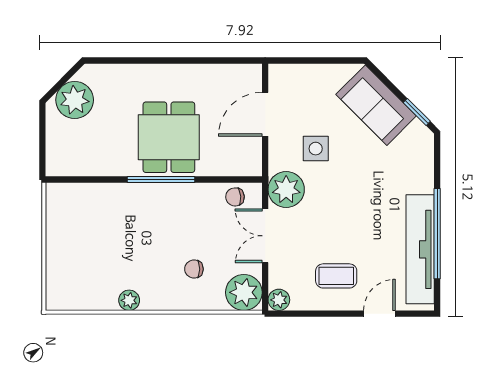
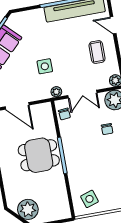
side table: (316, 149) -> (45, 66), moved
plant: (286, 189) -> (56, 92), width x0.53, depth x0.53
side table: (74, 215) -> (89, 199), added

